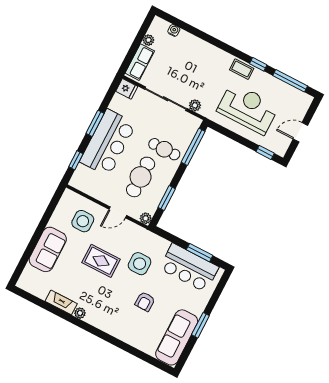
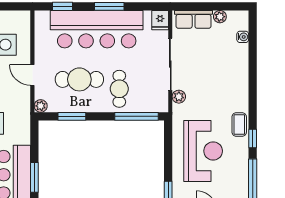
bar counter: (108, 143) -> (97, 29), width x1.36

